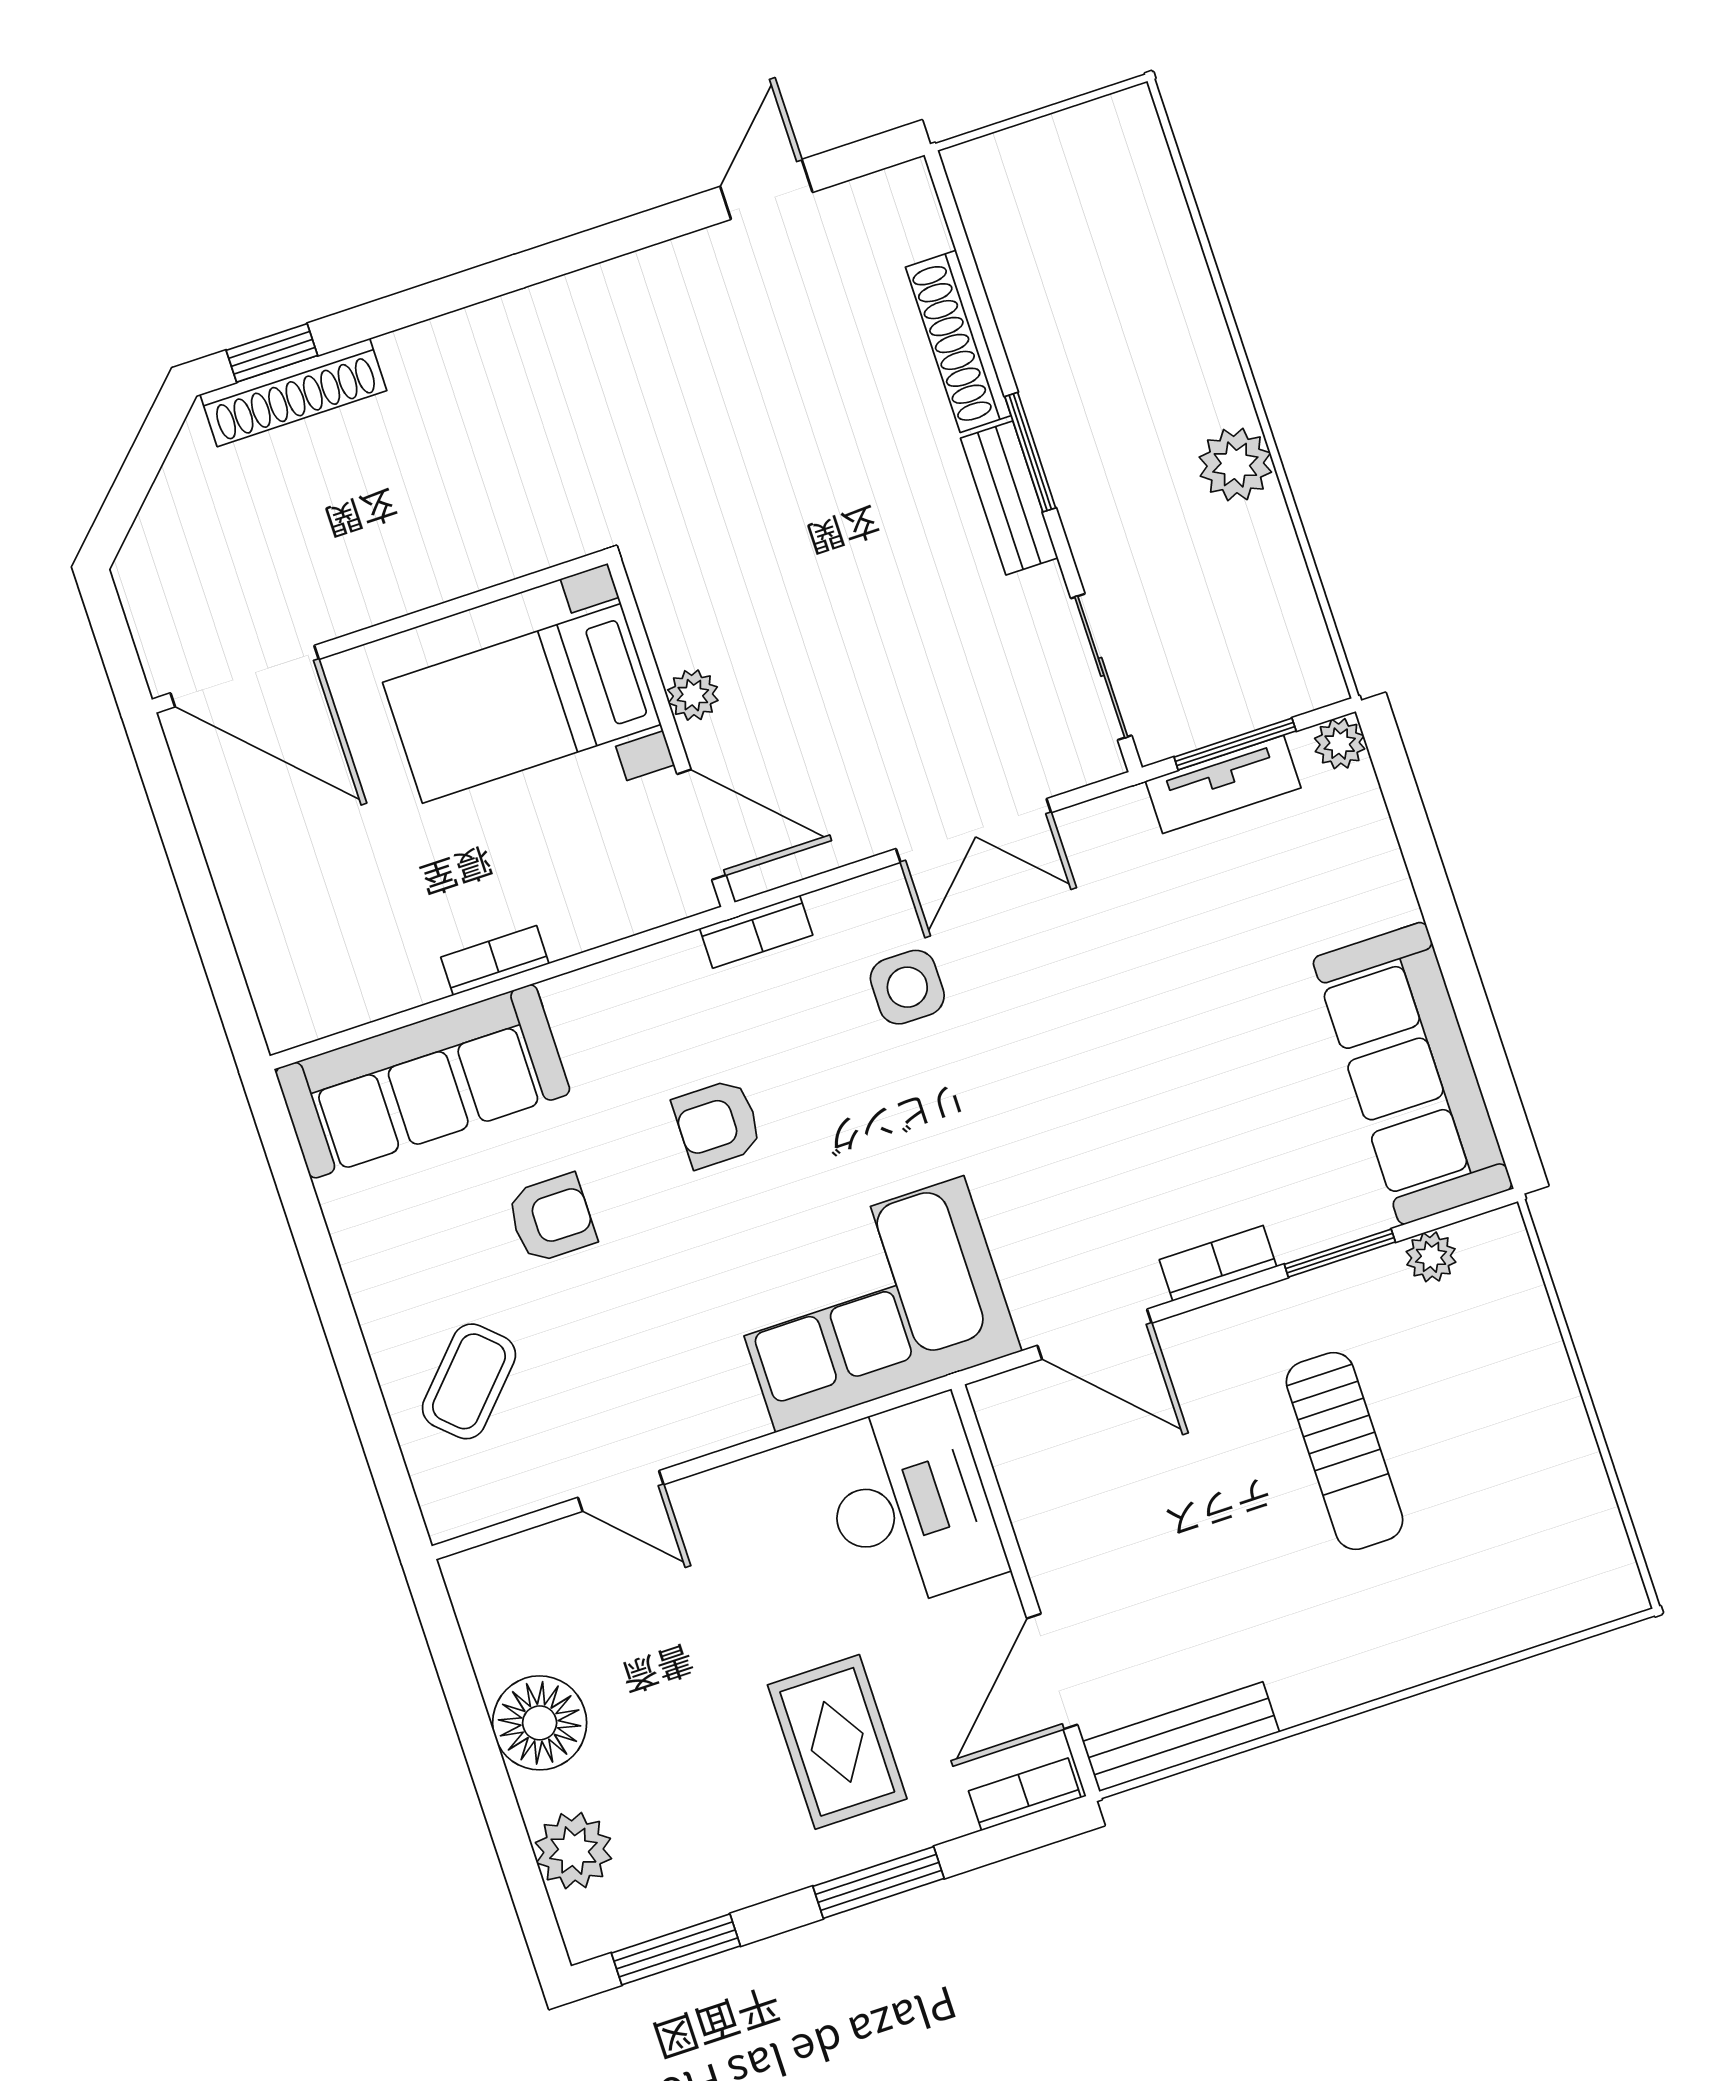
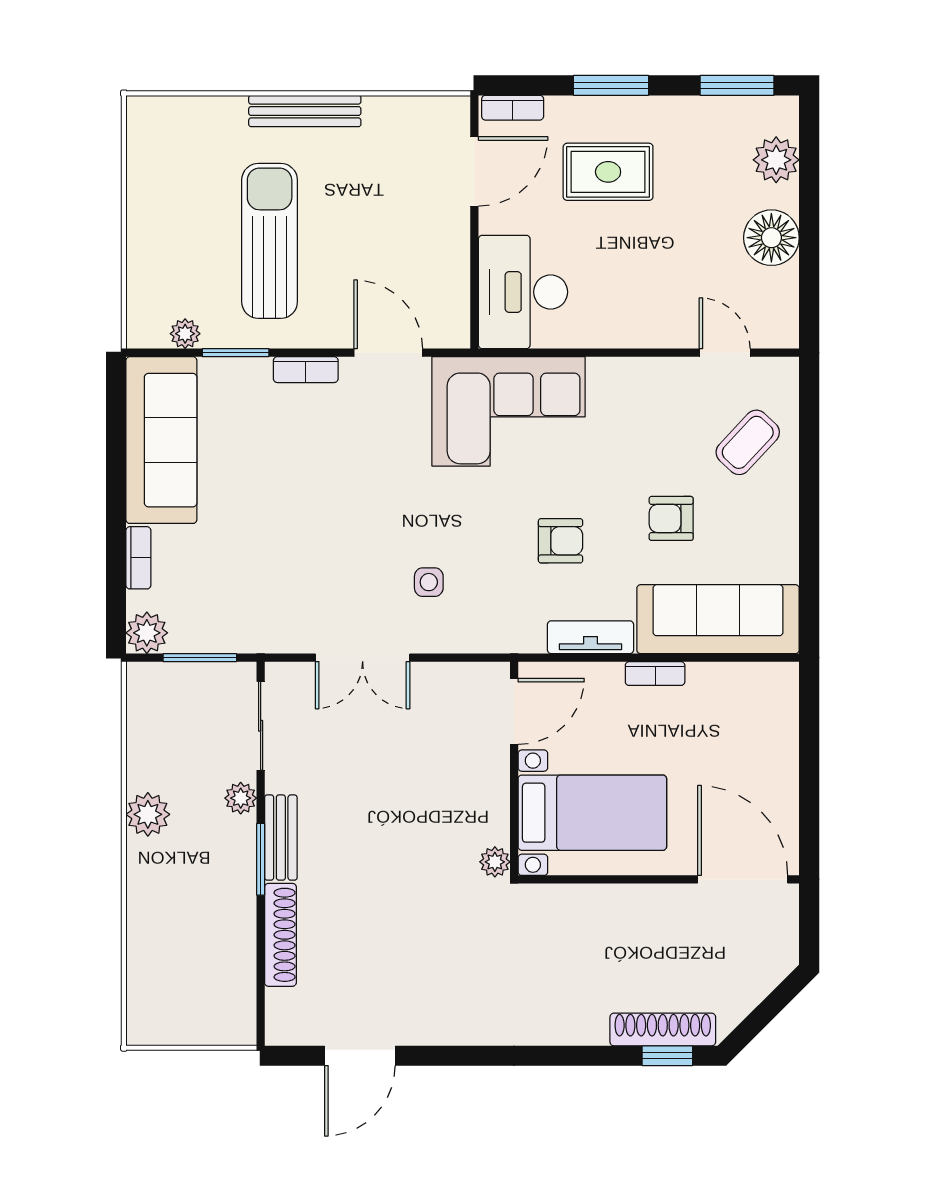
door: (766, 189) -> (360, 1056), width x1.38
plant: (1095, 540) -> (241, 798), added
plant: (693, 695) -> (495, 862), moved
plant: (1340, 744) -> (147, 633), width x1.38, depth x1.38
tv unit: (1223, 784) -> (591, 637), moved
door: (701, 825) -> (514, 711), swing flipped
double door: (974, 831) -> (363, 658), swing flipped
bookcase: (756, 932) -> (138, 558), moved, turned 90
side table: (907, 987) -> (429, 582), width x0.73, depth x0.73
sun lounger: (1345, 1451) -> (270, 241), width x1.36, depth x1.34
door: (621, 1491) -> (725, 353), moved
bench: (1181, 1737) -> (305, 111), moved
rug: (837, 1742) -> (608, 172), turned 90

